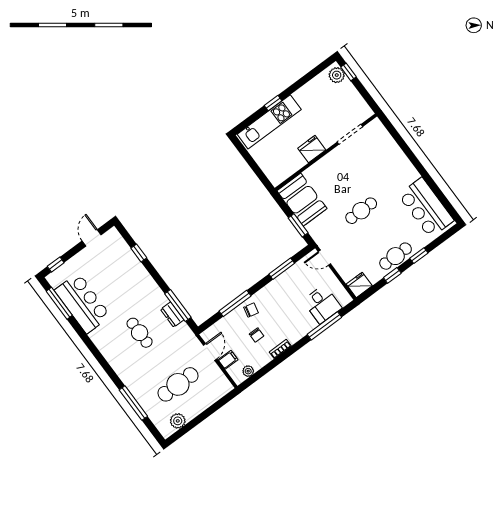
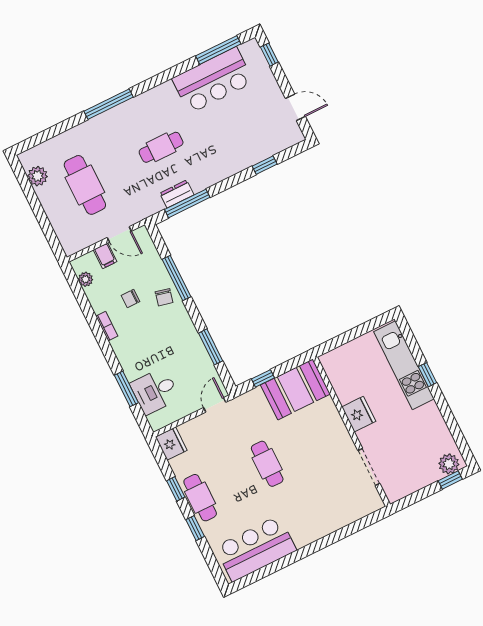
window: (298, 225) -> (263, 378), width x0.67
window: (324, 326) -> (126, 389), width x0.69
window: (133, 403) -> (109, 104), moved

